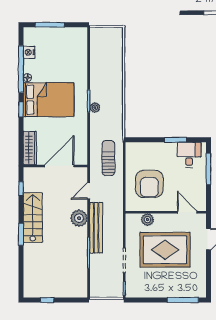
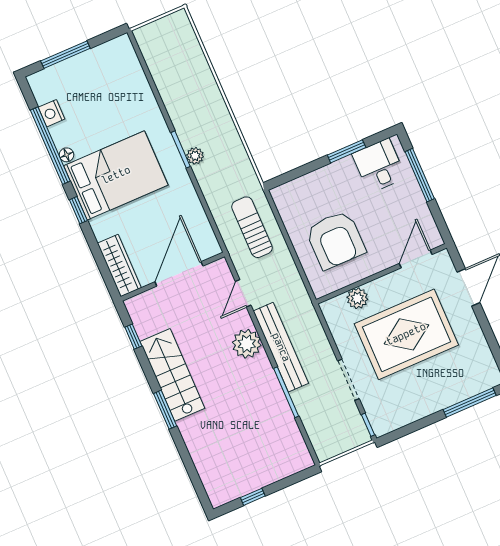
door: (187, 212) -> (416, 259), hinge flipped

